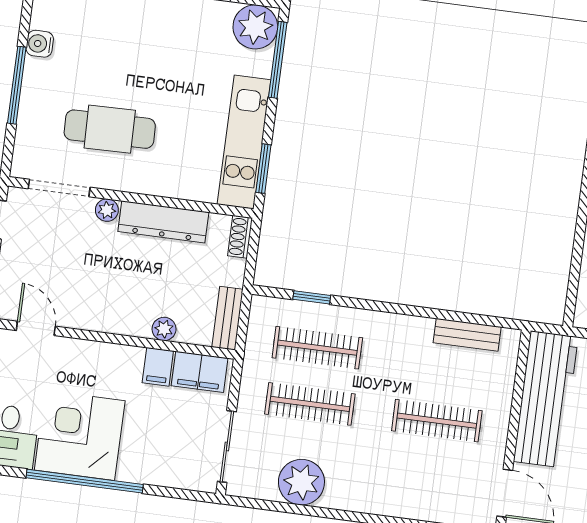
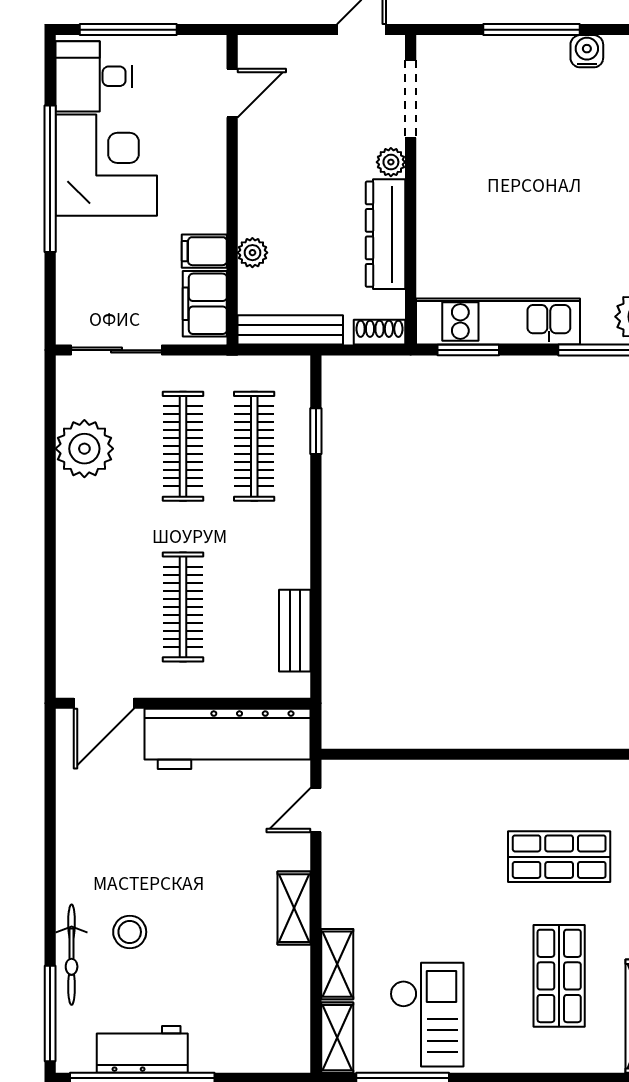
cafe table: (110, 129) -> (492, 152), removed
bench: (228, 318) -> (290, 330), width x1.36

